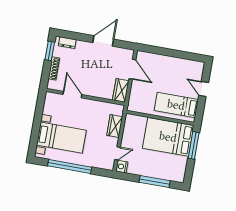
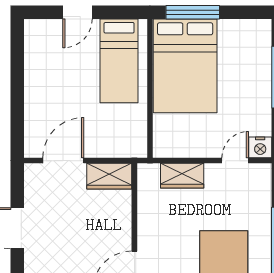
door: (118, 153) -> (235, 161), hinge flipped

